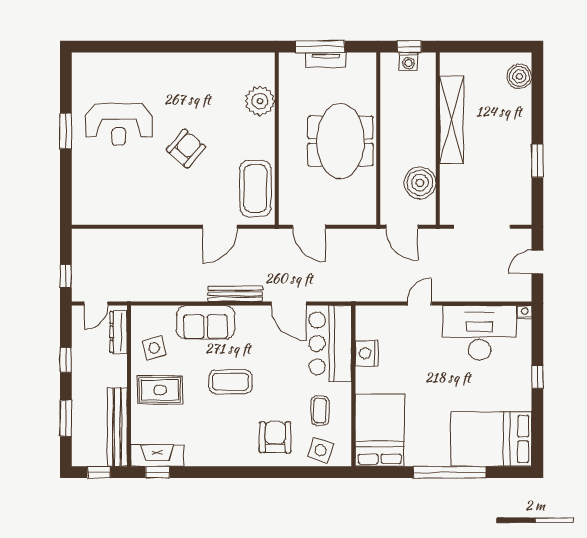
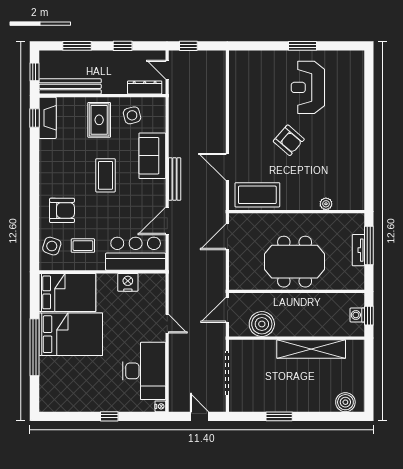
plant: (260, 101) -> (326, 204), width x0.53, depth x0.53
bed: (491, 439) -> (71, 334), moved, turned 90

